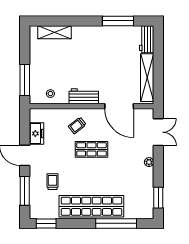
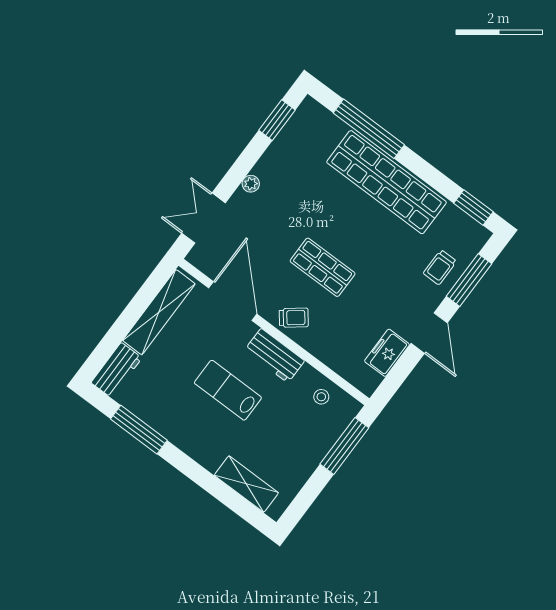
lab bench: (92, 66) -> (228, 390), added
trolley: (77, 125) -> (294, 318), moved
trolley: (52, 182) -> (440, 267), moved

